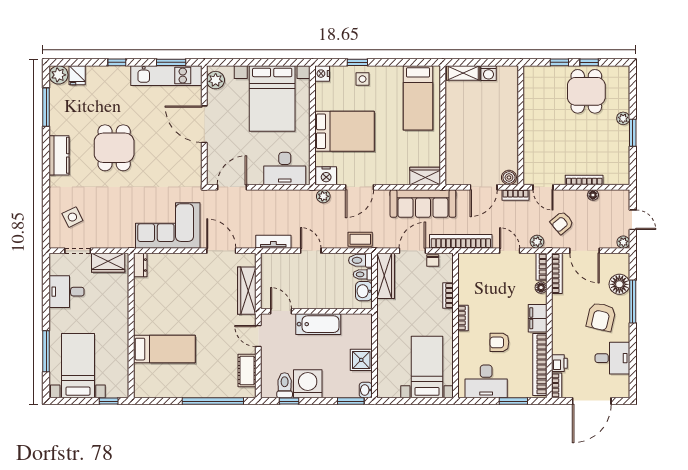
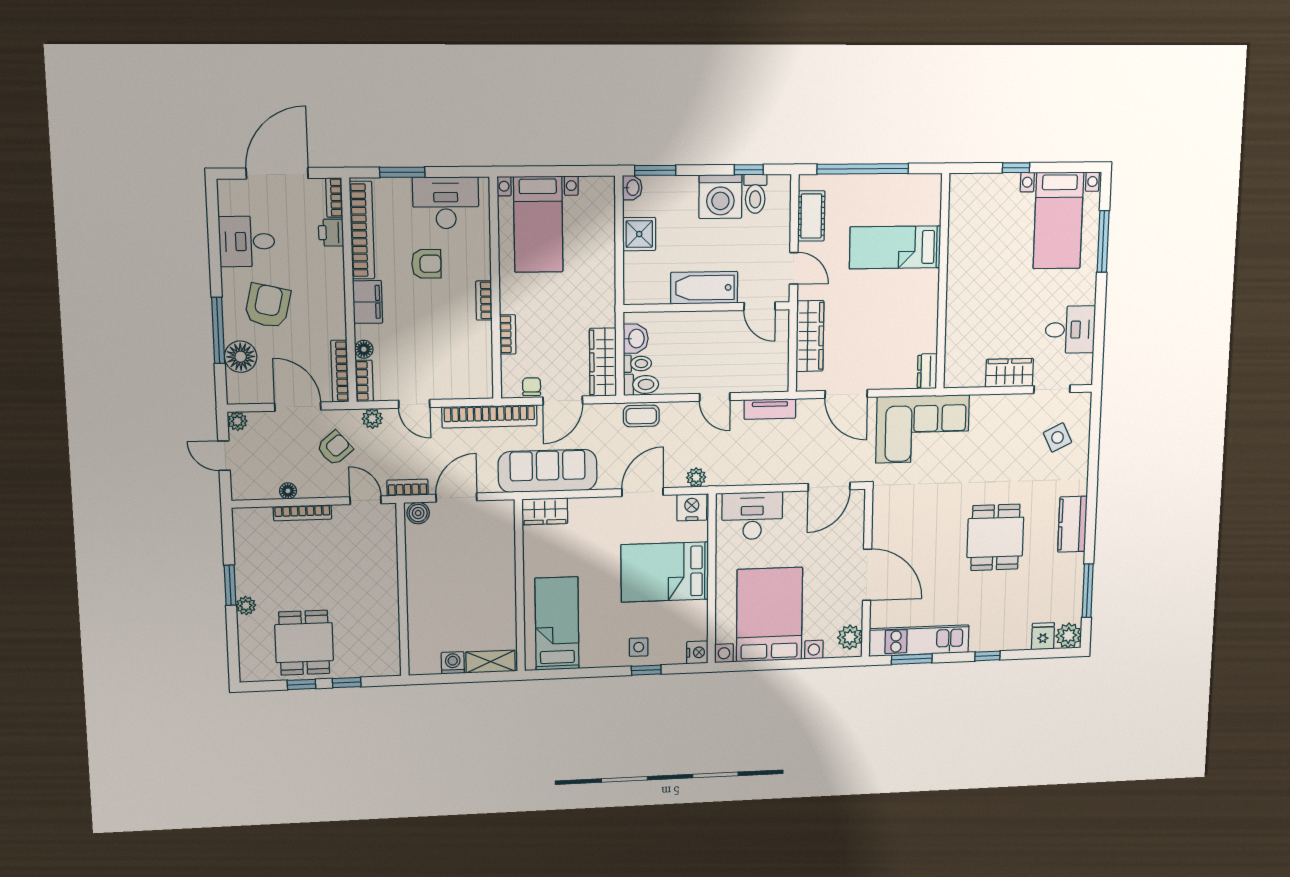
dresser: (140, 265) -> (927, 371), moved
wall: (131, 326) -> (943, 282), moved
bed: (164, 349) -> (895, 247), moved

